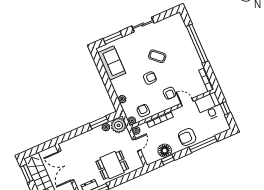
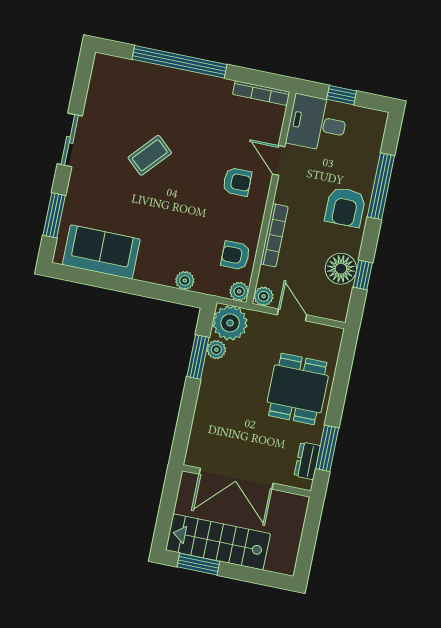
armchair: (150, 78) -> (182, 199), removed
door: (187, 102) -> (279, 160), hinge flipped

